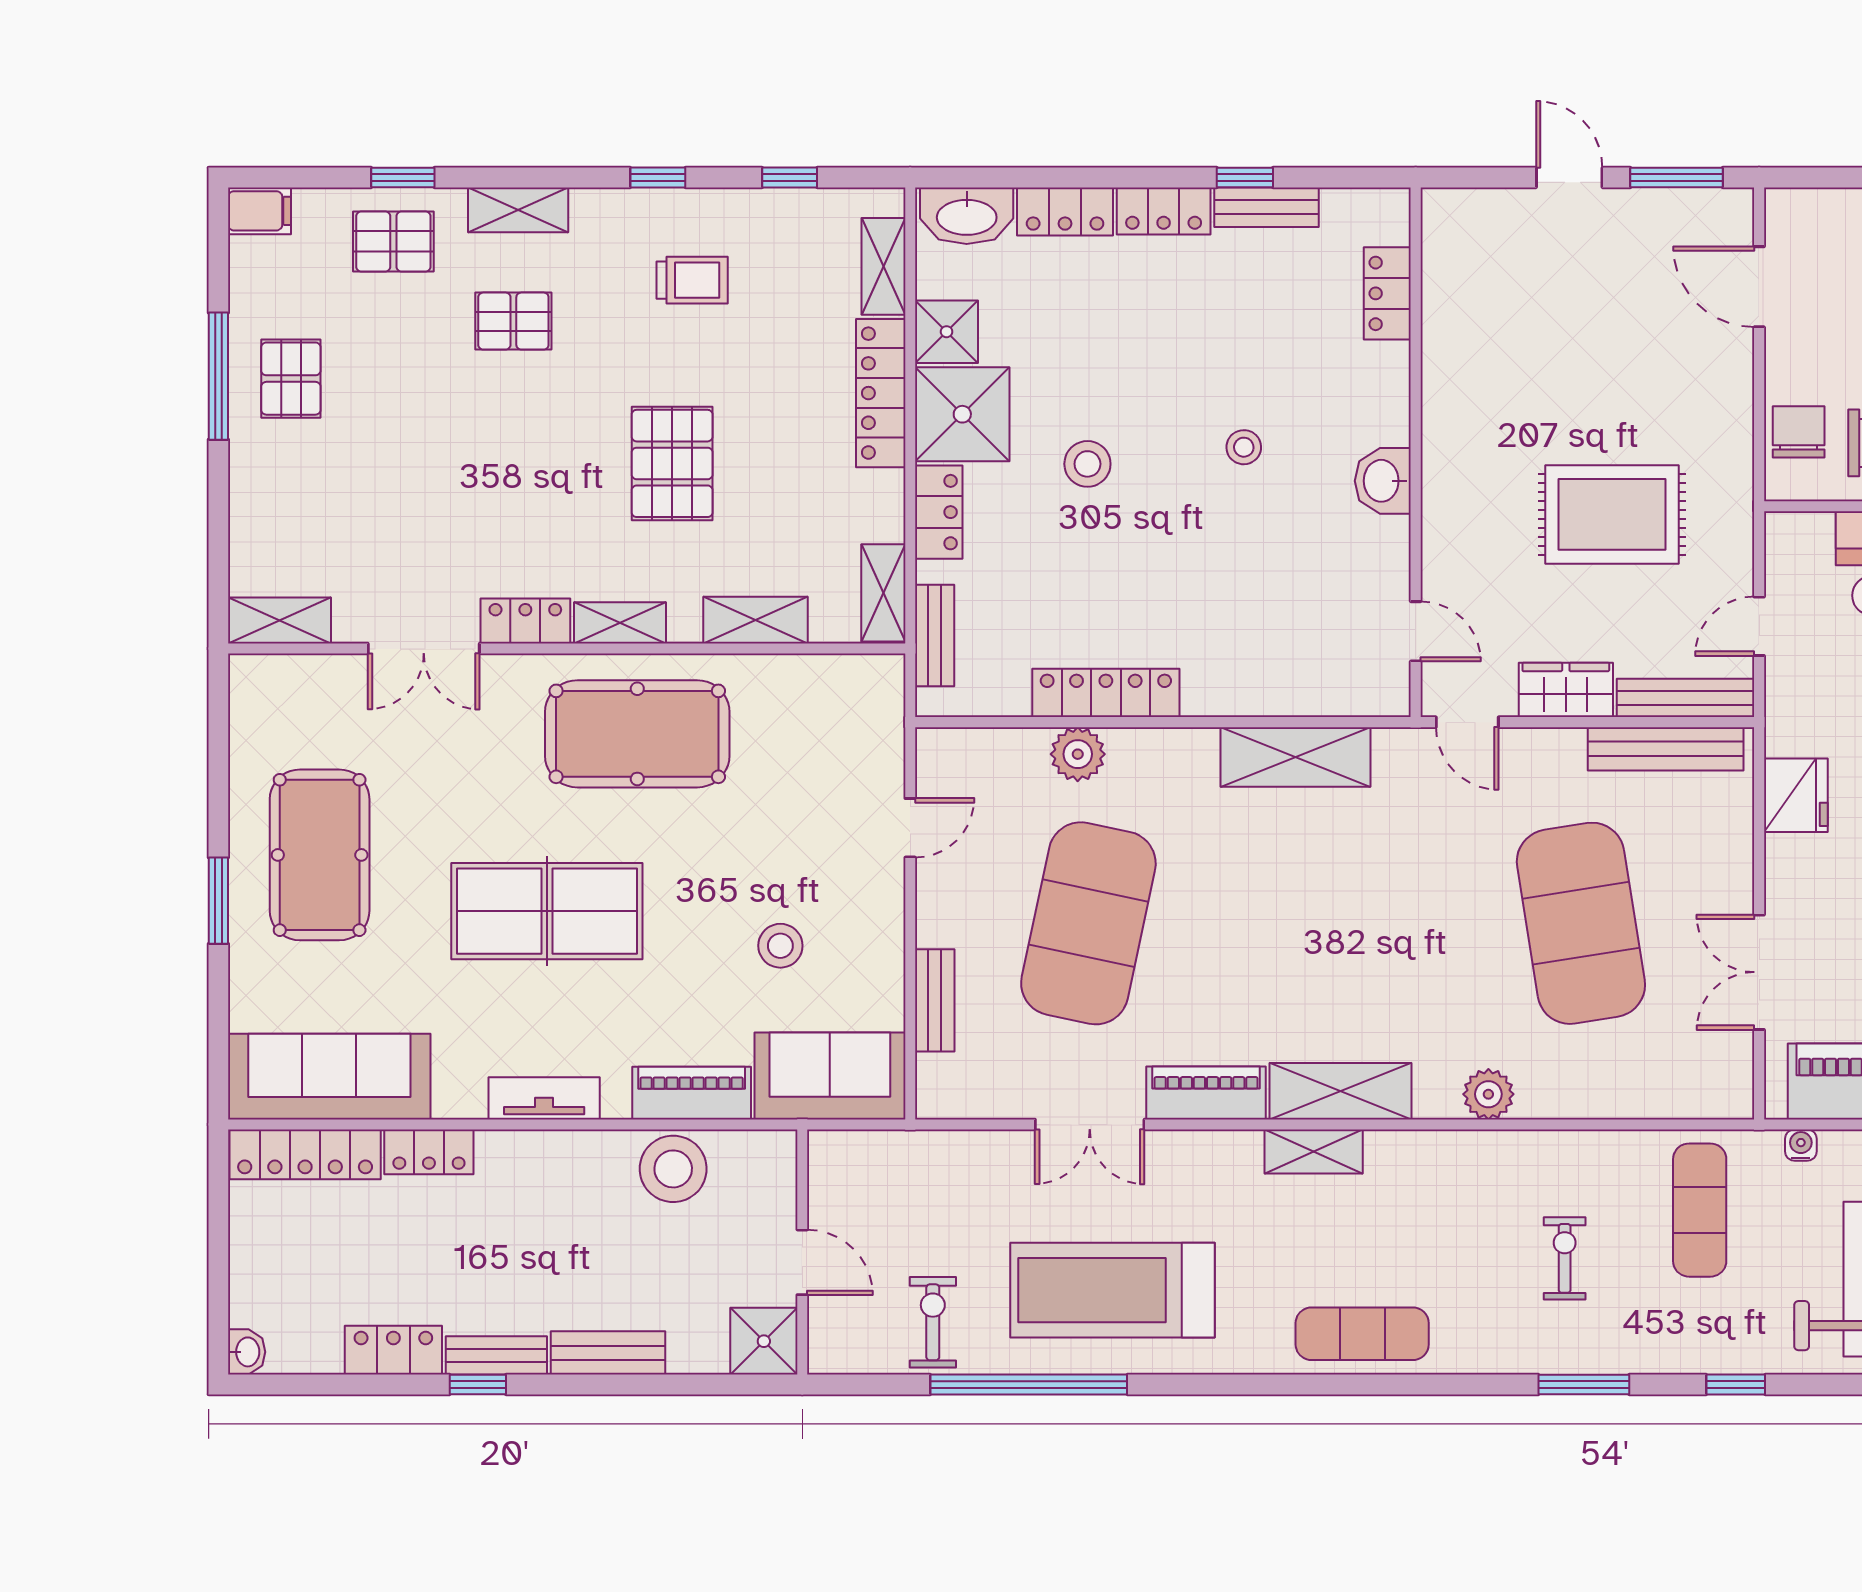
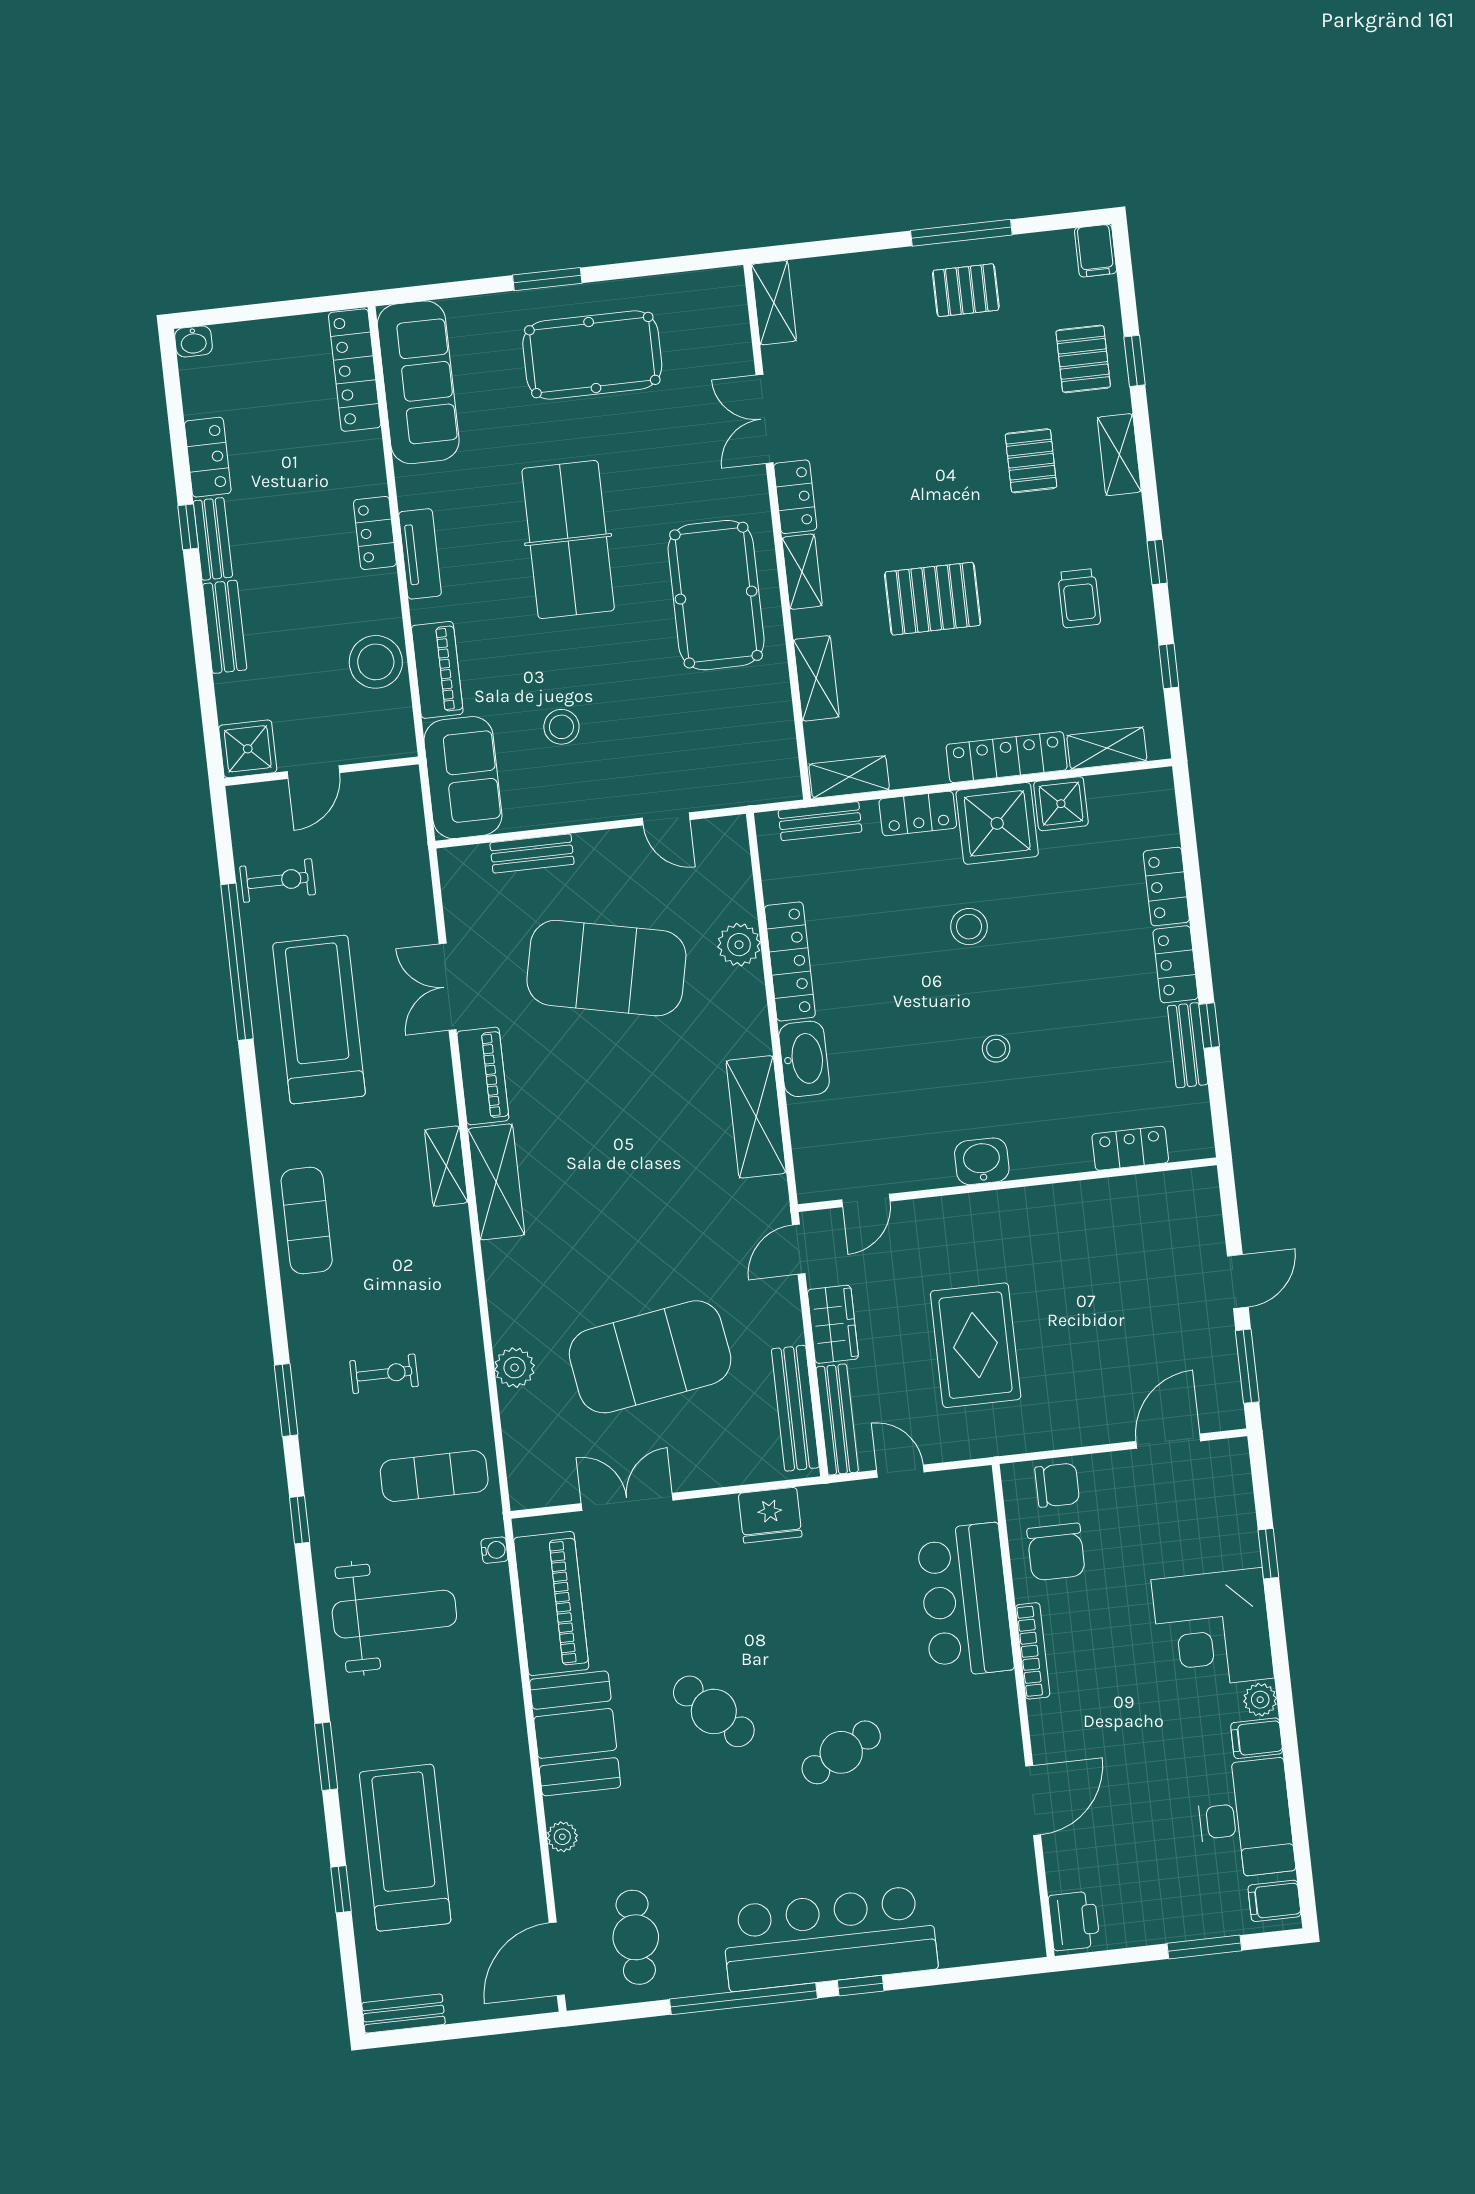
washbasin: (967, 216) -> (804, 1059), moved, turned 180
plant: (1488, 1094) -> (515, 1368), moved
locker: (429, 1152) -> (375, 533), moved

